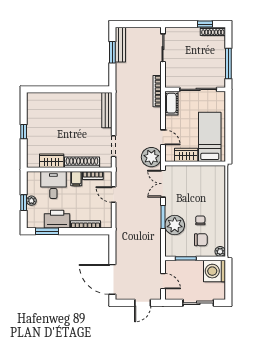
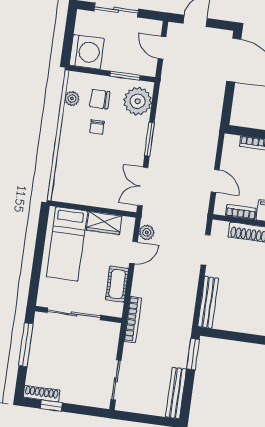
window: (112, 52) -> (193, 354), moved
cot: (171, 103) -> (117, 284), moved
door: (163, 137) -> (134, 253), swing flipped
plant: (151, 157) -> (147, 232), width x0.53, depth x0.53
double door: (163, 184) -> (143, 187), swing flipped
plant: (175, 225) -> (138, 101), moved
plant: (220, 251) -> (72, 98), moved

